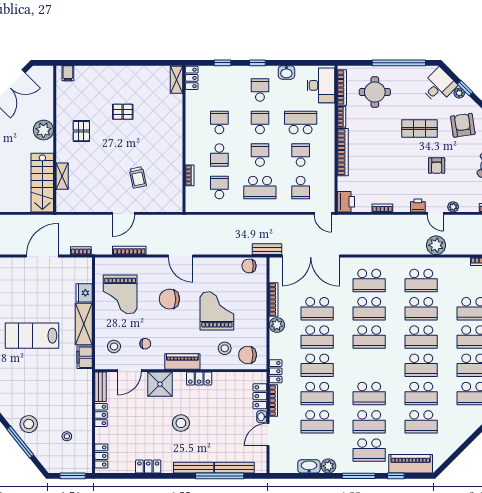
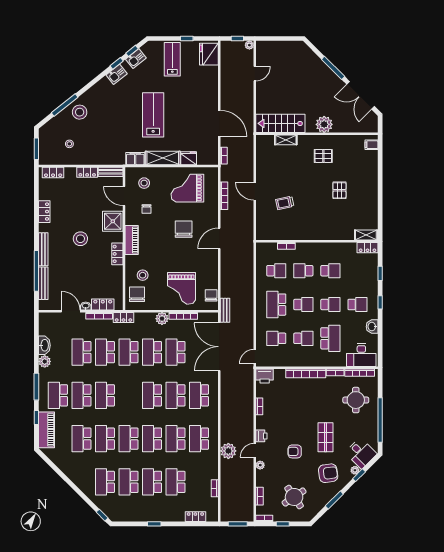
grand piano: (217, 311) -> (181, 288), moved, turned 90

